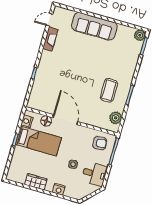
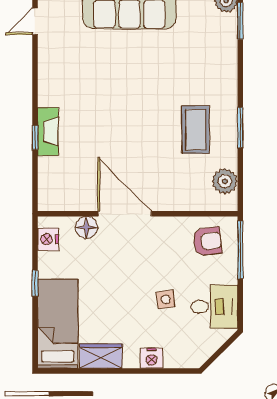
fireplace: (50, 39) -> (48, 132), moved
bed: (38, 141) -> (58, 324), moved, turned -90

